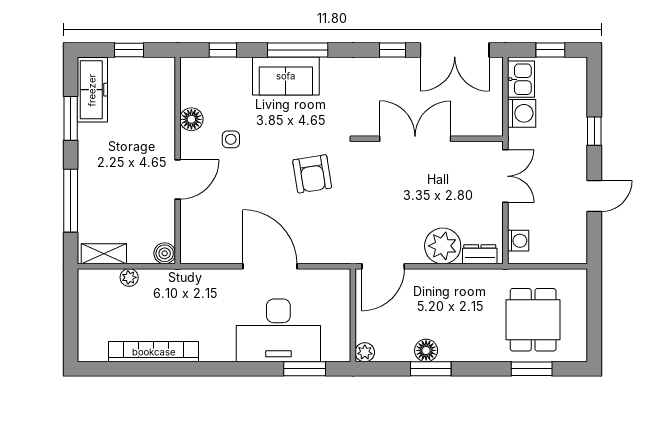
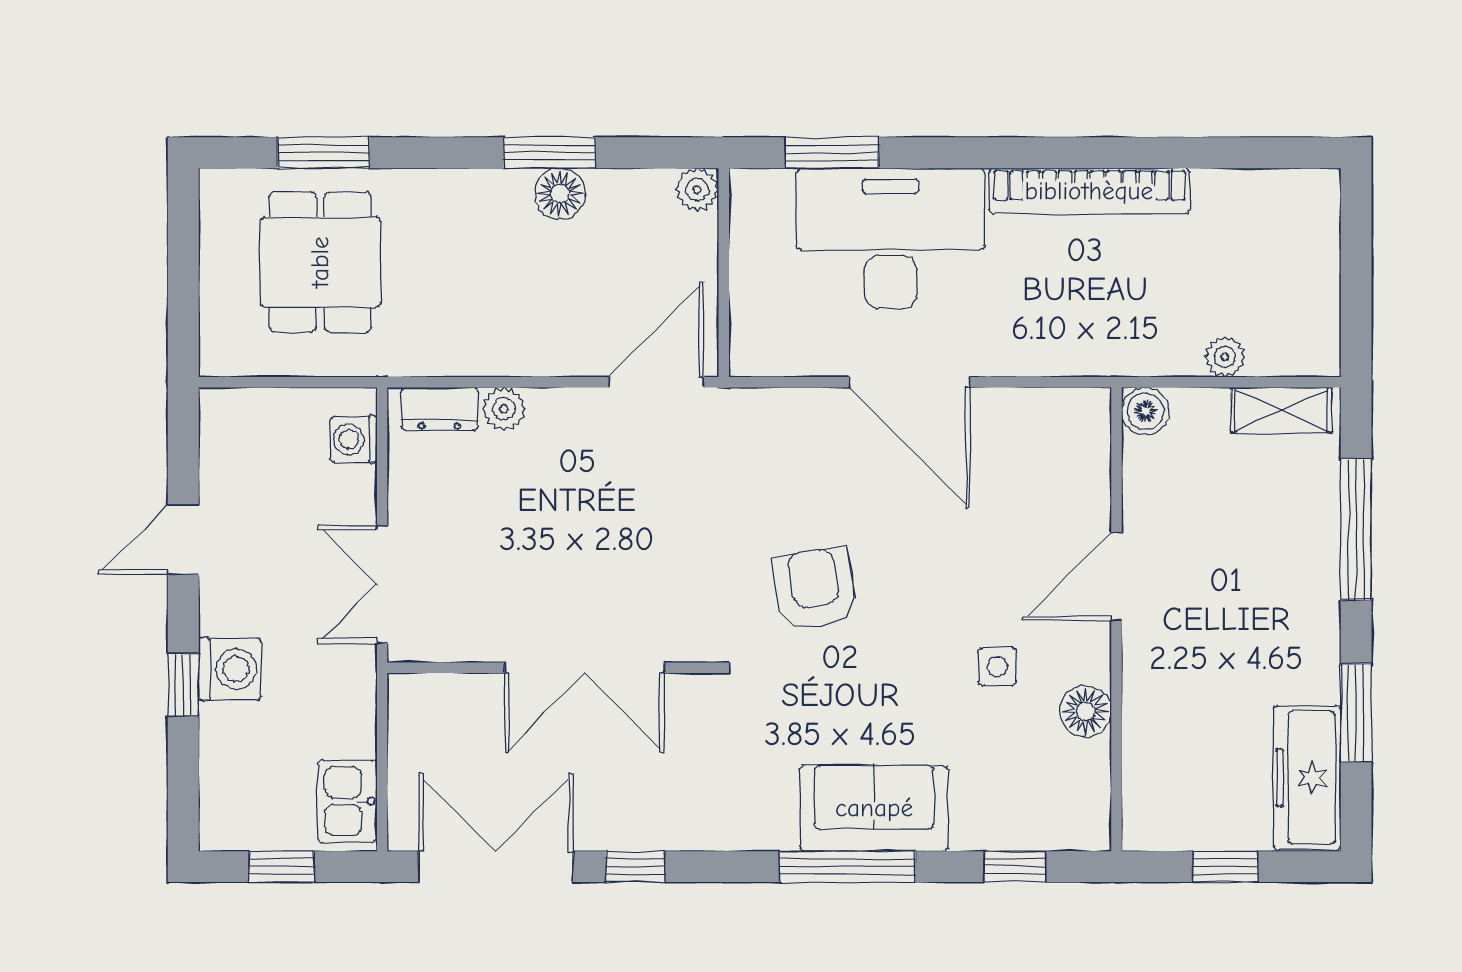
washing machine: (522, 113) -> (230, 669), moved, turned 180
plant: (443, 246) -> (504, 409), width x0.53, depth x0.53
bookcase: (154, 352) -> (1089, 191), moved

